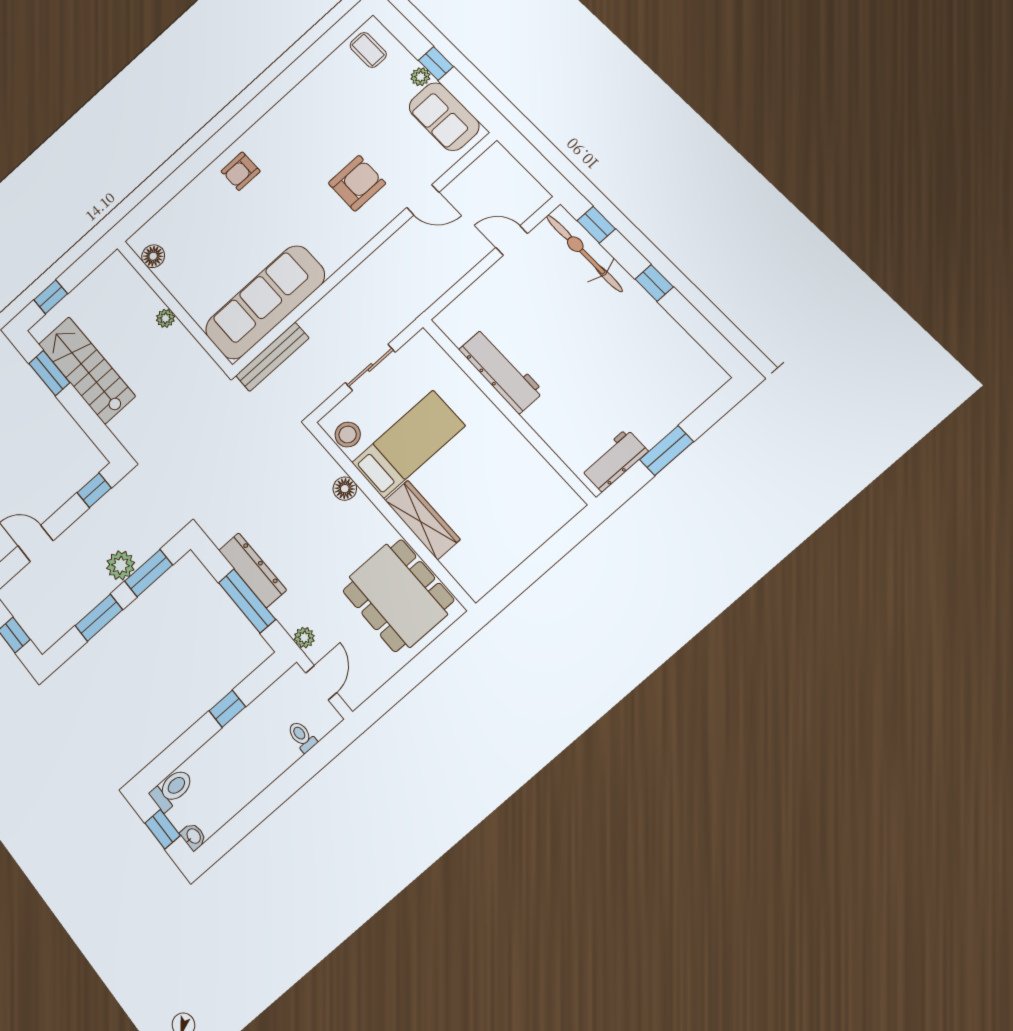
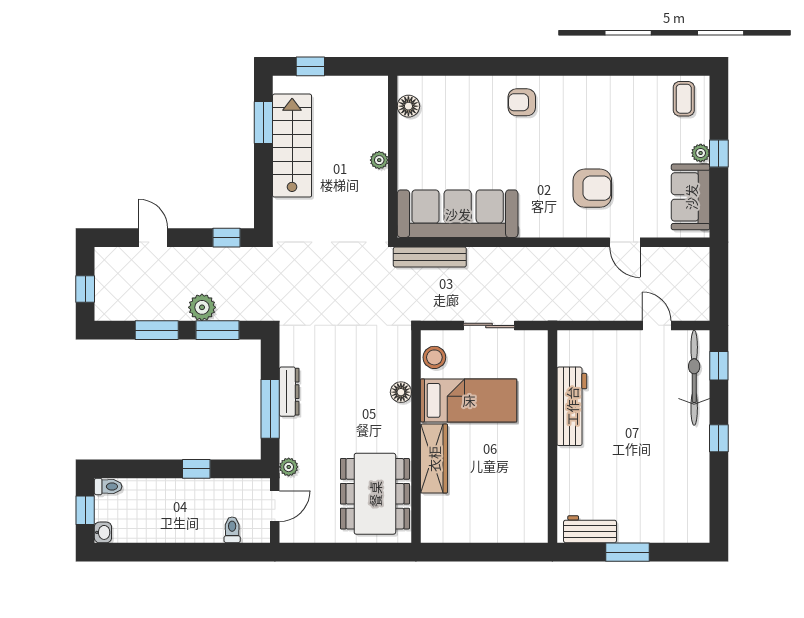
dresser: (252, 570) -> (289, 392), width x0.73, depth x0.80
toilet: (172, 789) -> (108, 487), width x0.73, depth x0.72

